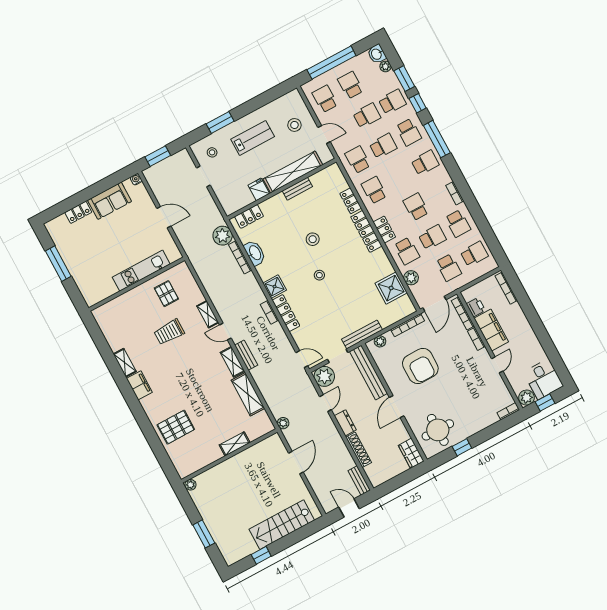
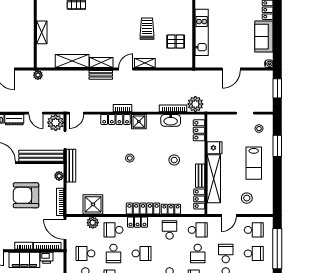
school desk: (367, 116) -> (226, 253), turned 180
locker: (323, 176) -> (199, 199), added
school desk: (374, 190) -> (170, 230), turned -90
stool: (313, 239) -> (174, 160), moved

